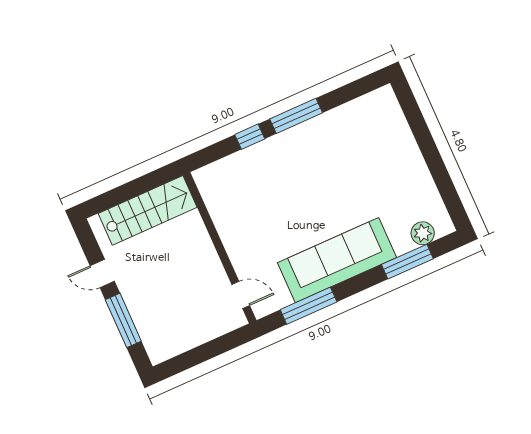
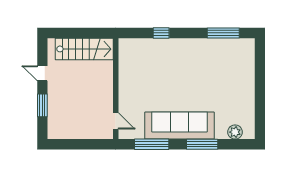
window: (296, 116) -> (223, 33), moved
window: (407, 262) -> (202, 144), moved
window: (123, 320) -> (42, 105), width x0.69

